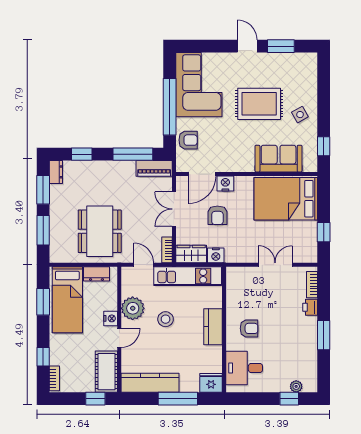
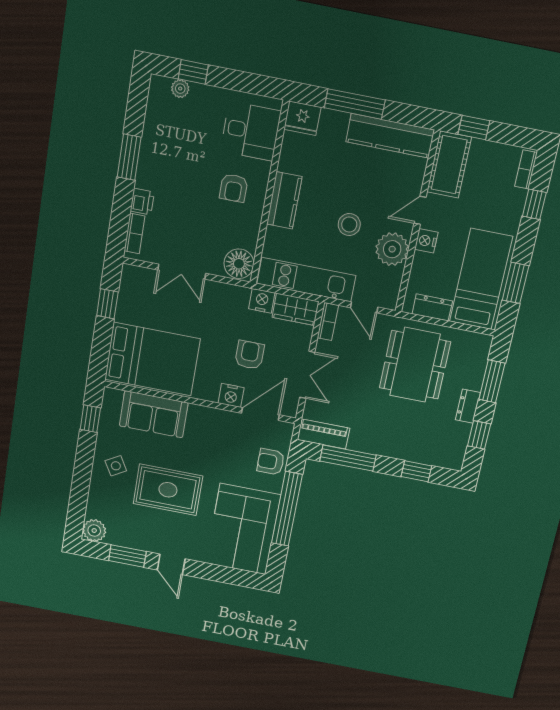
plant: (309, 61) -> (94, 530), added
dresser: (56, 172) -> (468, 406), moved
window: (43, 190) -> (479, 435), width x0.67
floor lamp: (236, 278) -> (239, 264), added
armchair: (249, 328) -> (234, 188), turned -90

